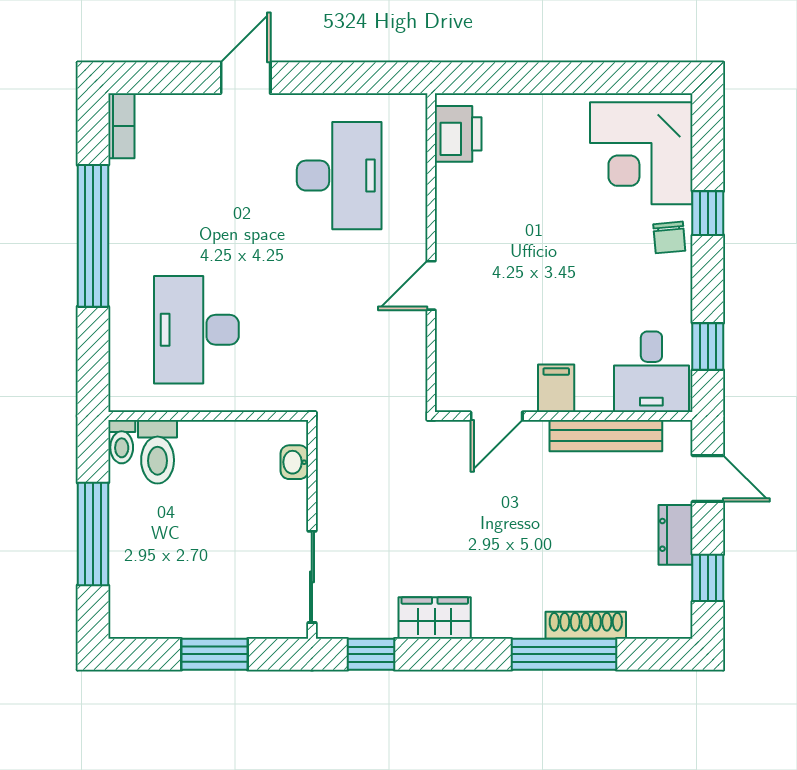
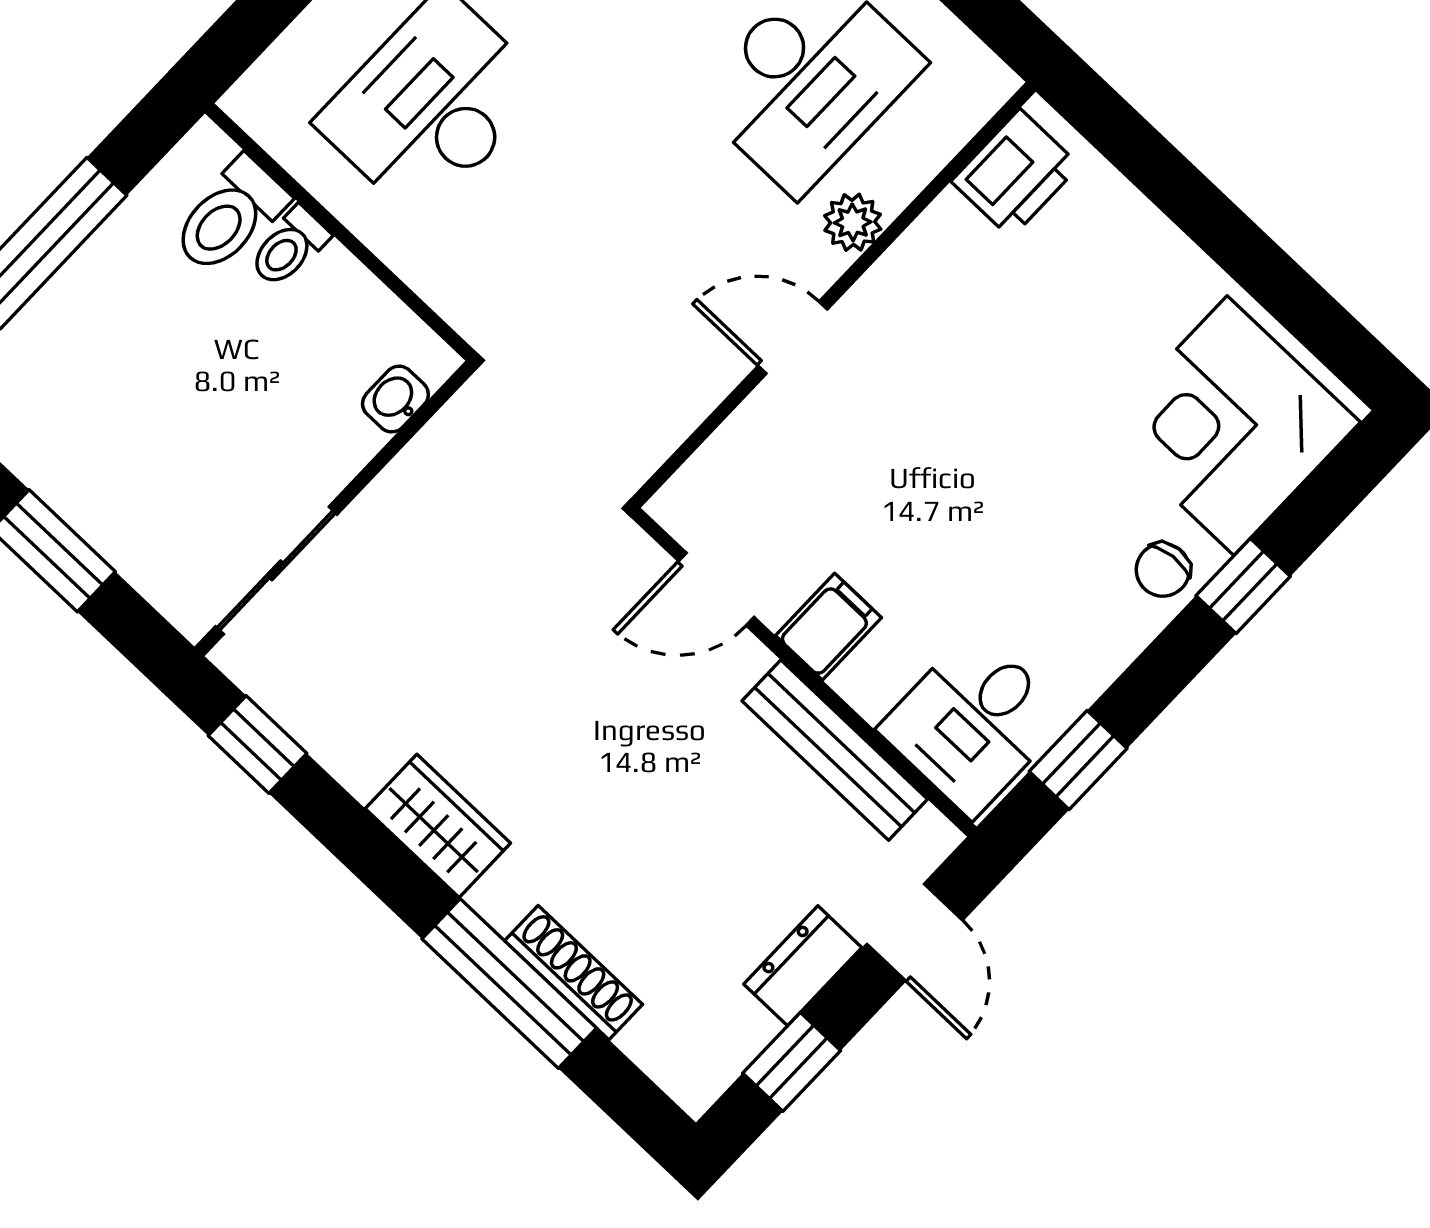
plant: (411, 216) -> (853, 222), added
toilet: (122, 442) -> (289, 247), moved
wardrobe: (435, 618) -> (438, 826), moved

